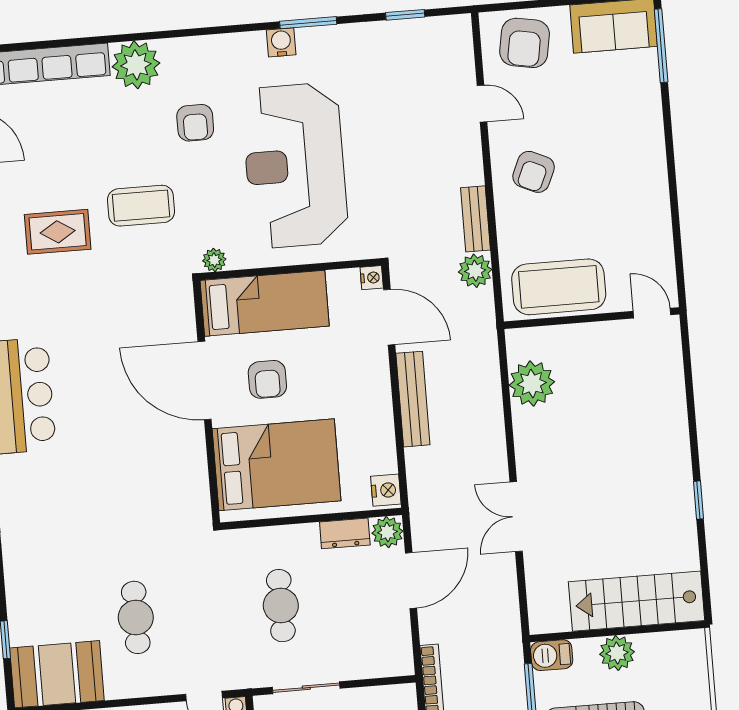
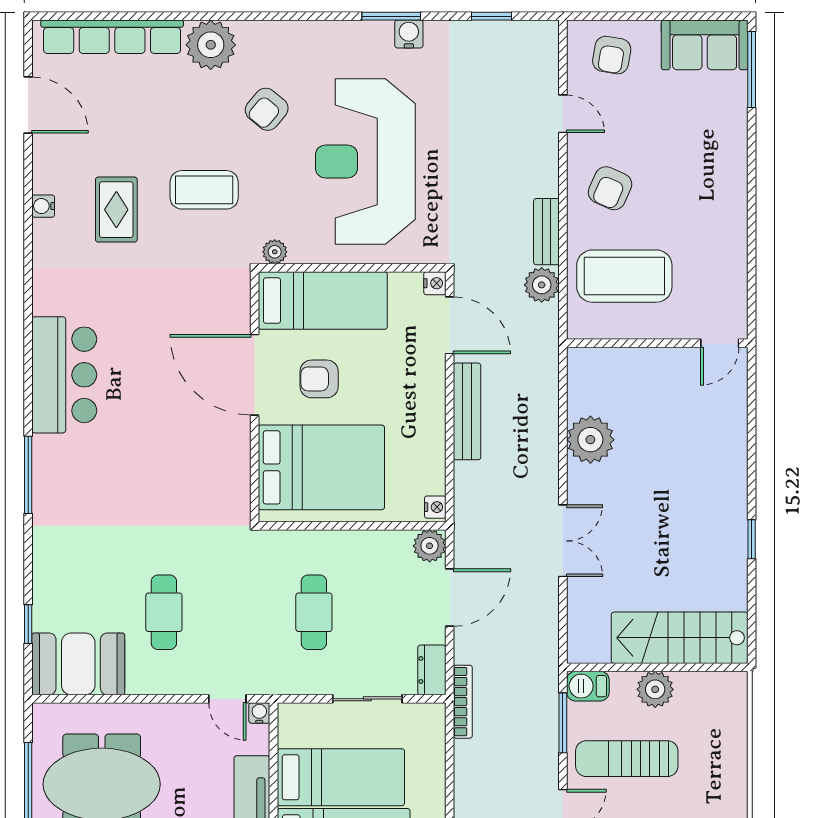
water cooler: (281, 42) -> (409, 34), moved
armchair: (525, 43) -> (612, 55), width x0.72, depth x0.72
armchair: (195, 123) -> (267, 109), turned 40
rug: (58, 232) -> (116, 210), turned 90
coffee table: (559, 287) -> (624, 276), moved
door: (652, 313) -> (720, 343), swing flipped
armchair: (267, 379) -> (319, 379), turned 90
plant: (532, 383) -> (590, 440), moved
nightstand: (386, 490) -> (435, 507), width x0.72, depth x0.74
double door: (516, 517) -> (563, 541), swing flipped
dresser: (345, 533) -> (432, 670), moved, turned 90
sliding door: (306, 688) -> (367, 699), moved

